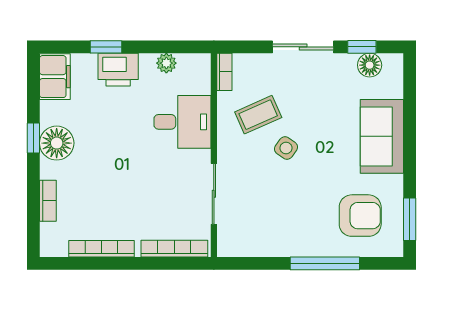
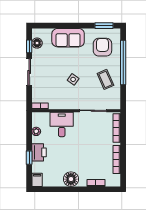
filing cabinet: (55, 77) -> (37, 180), width x0.50
coffee table: (258, 115) -> (105, 79), moved
window: (33, 138) -> (69, 189), removed
window: (325, 263) -> (123, 62), width x1.46

